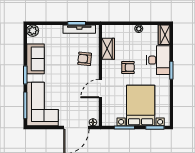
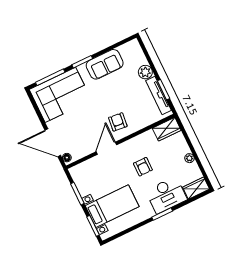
plant: (33, 31) -> (145, 72), moved
wardrobe: (108, 49) -> (167, 129), moved
armchair: (85, 59) -> (118, 122), moved
door: (100, 89) -> (106, 148), hinge flipped
bed with nightstands: (141, 106) -> (112, 206), width x0.73

